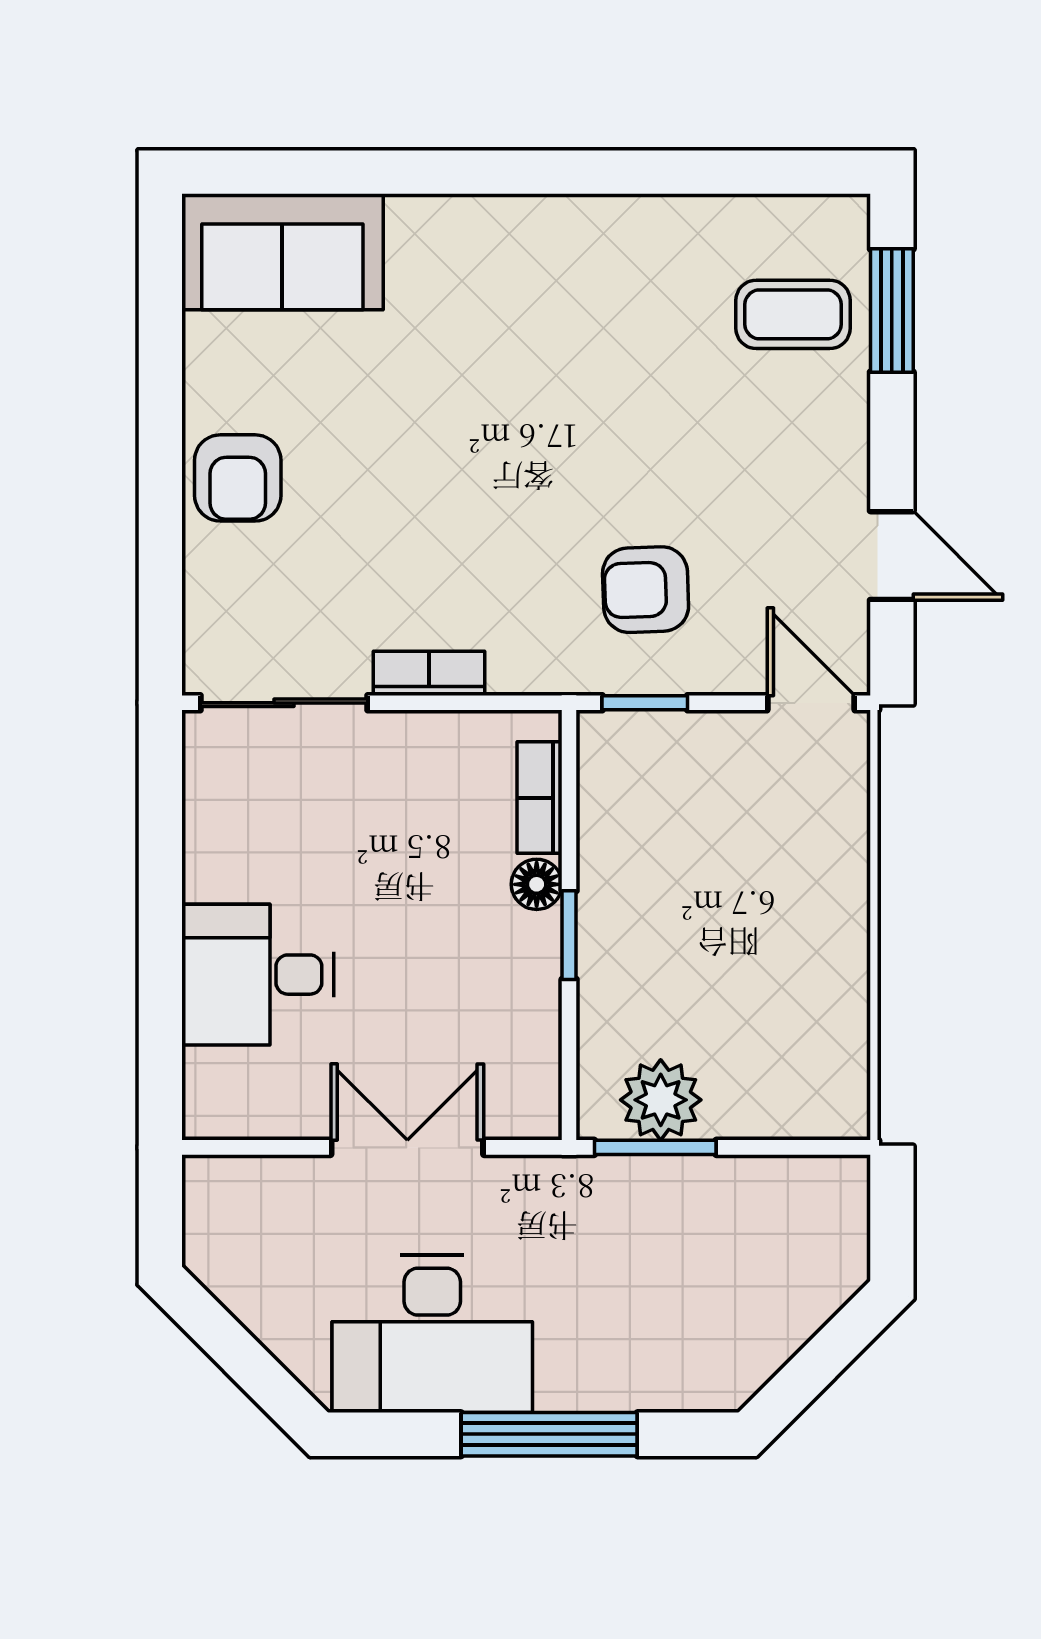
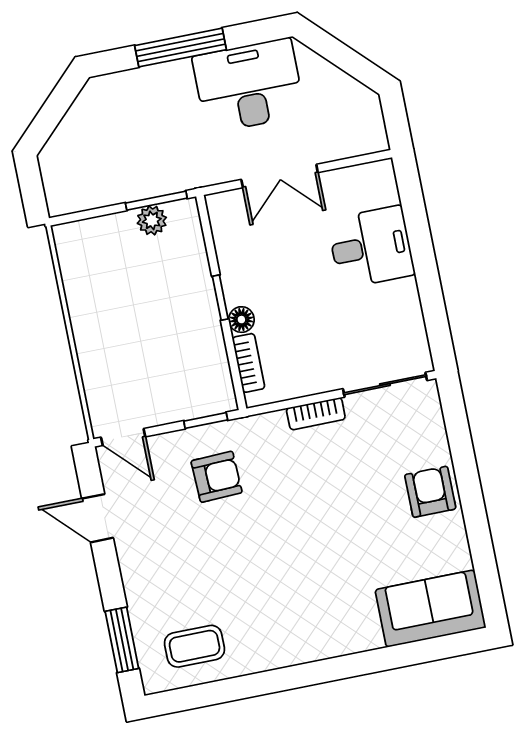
coffee table: (793, 314) -> (195, 646), moved
plant: (661, 1100) -> (152, 220), width x0.73, depth x0.73

